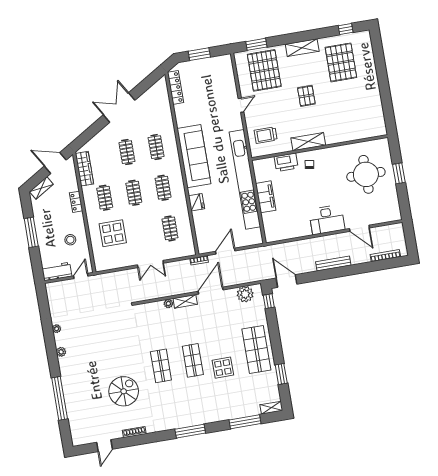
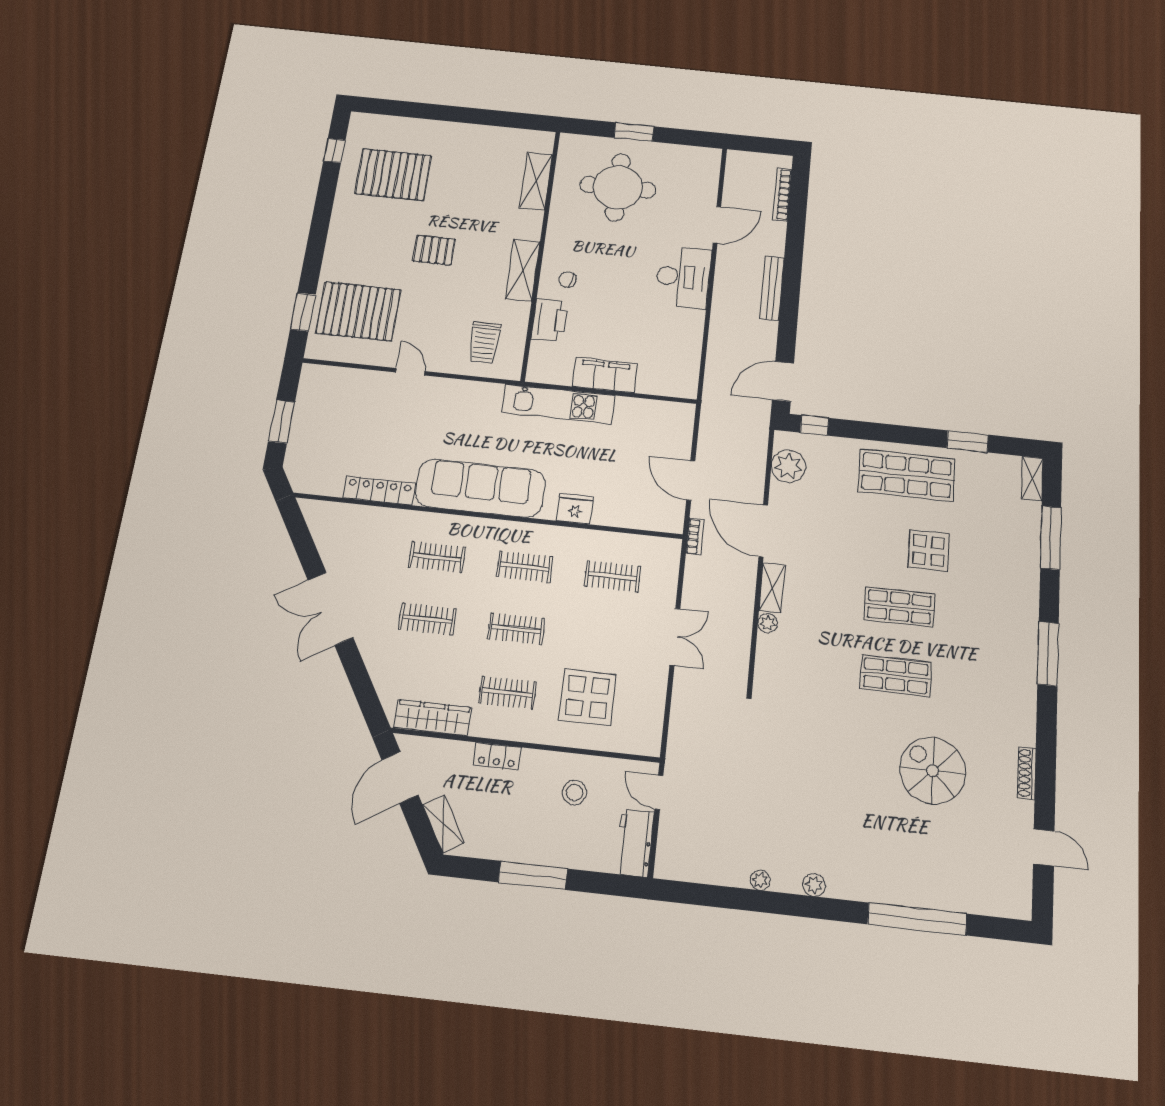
shelving: (302, 48) -> (536, 181), moved
locker: (175, 87) -> (379, 491), moved
kitchen unit: (245, 179) -> (558, 404), width x0.54

